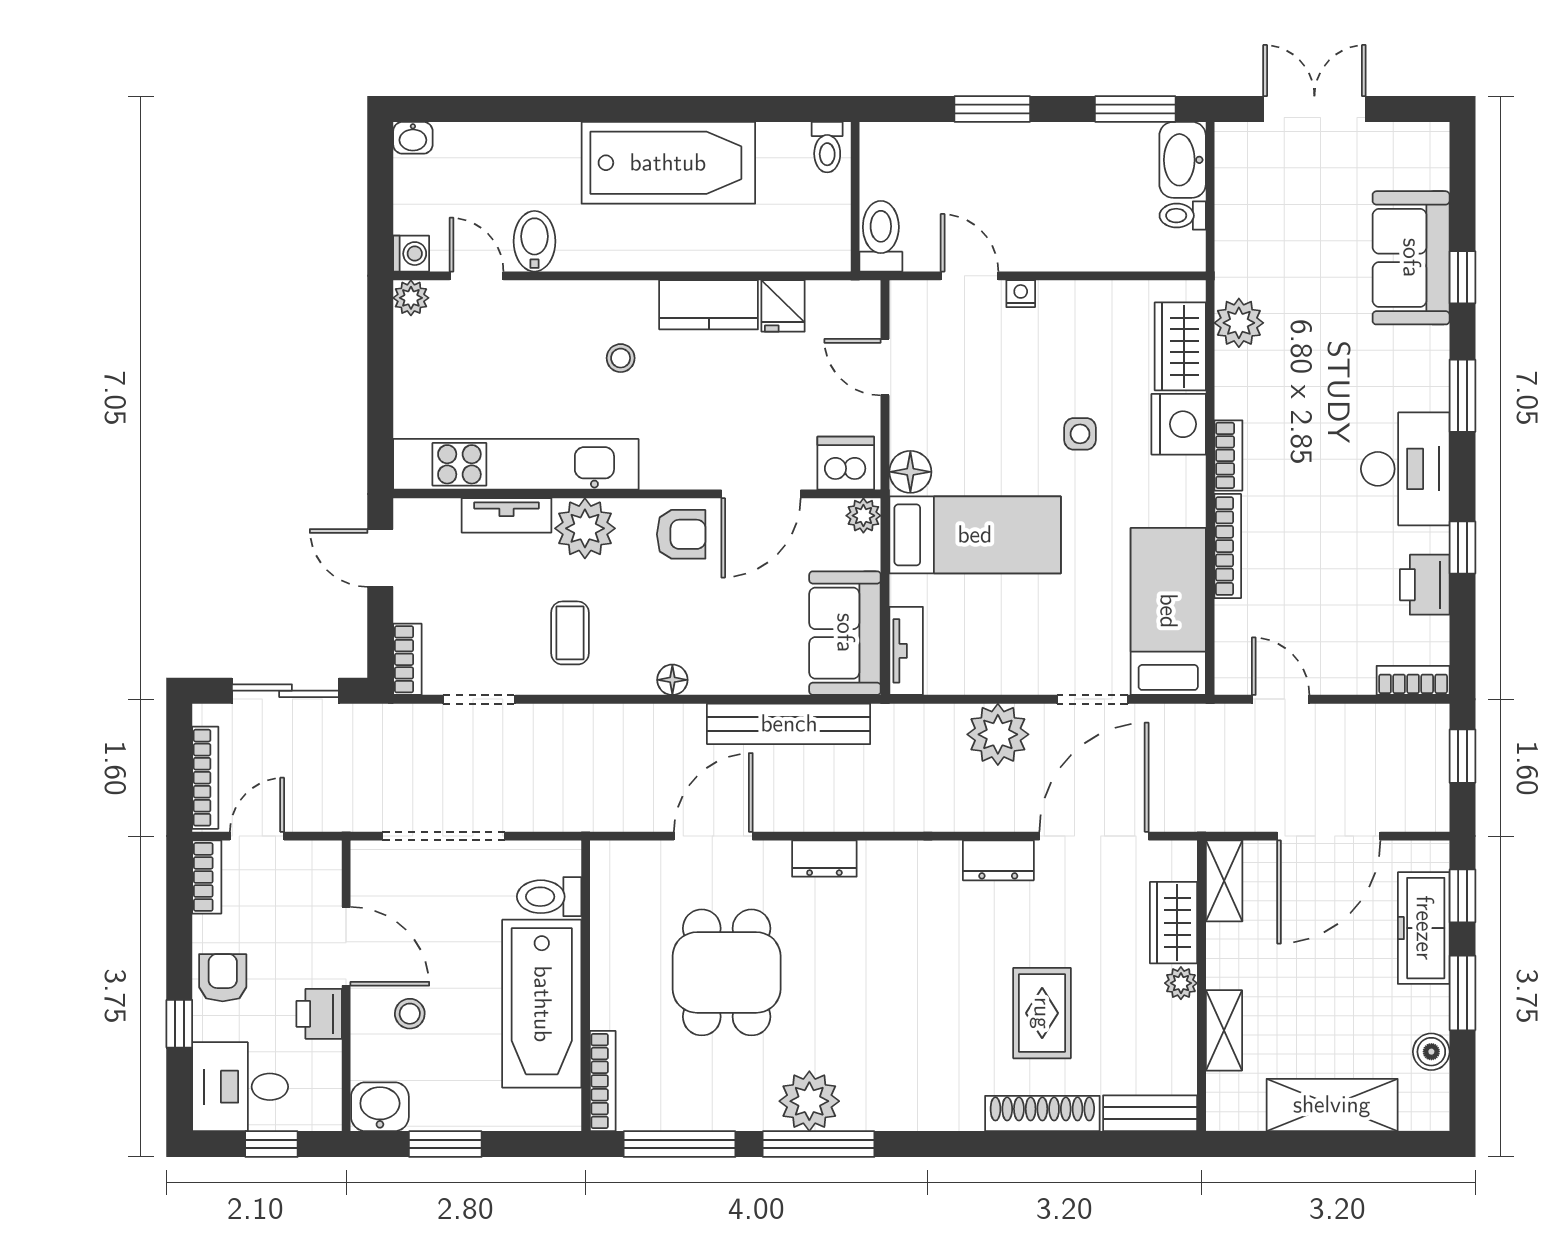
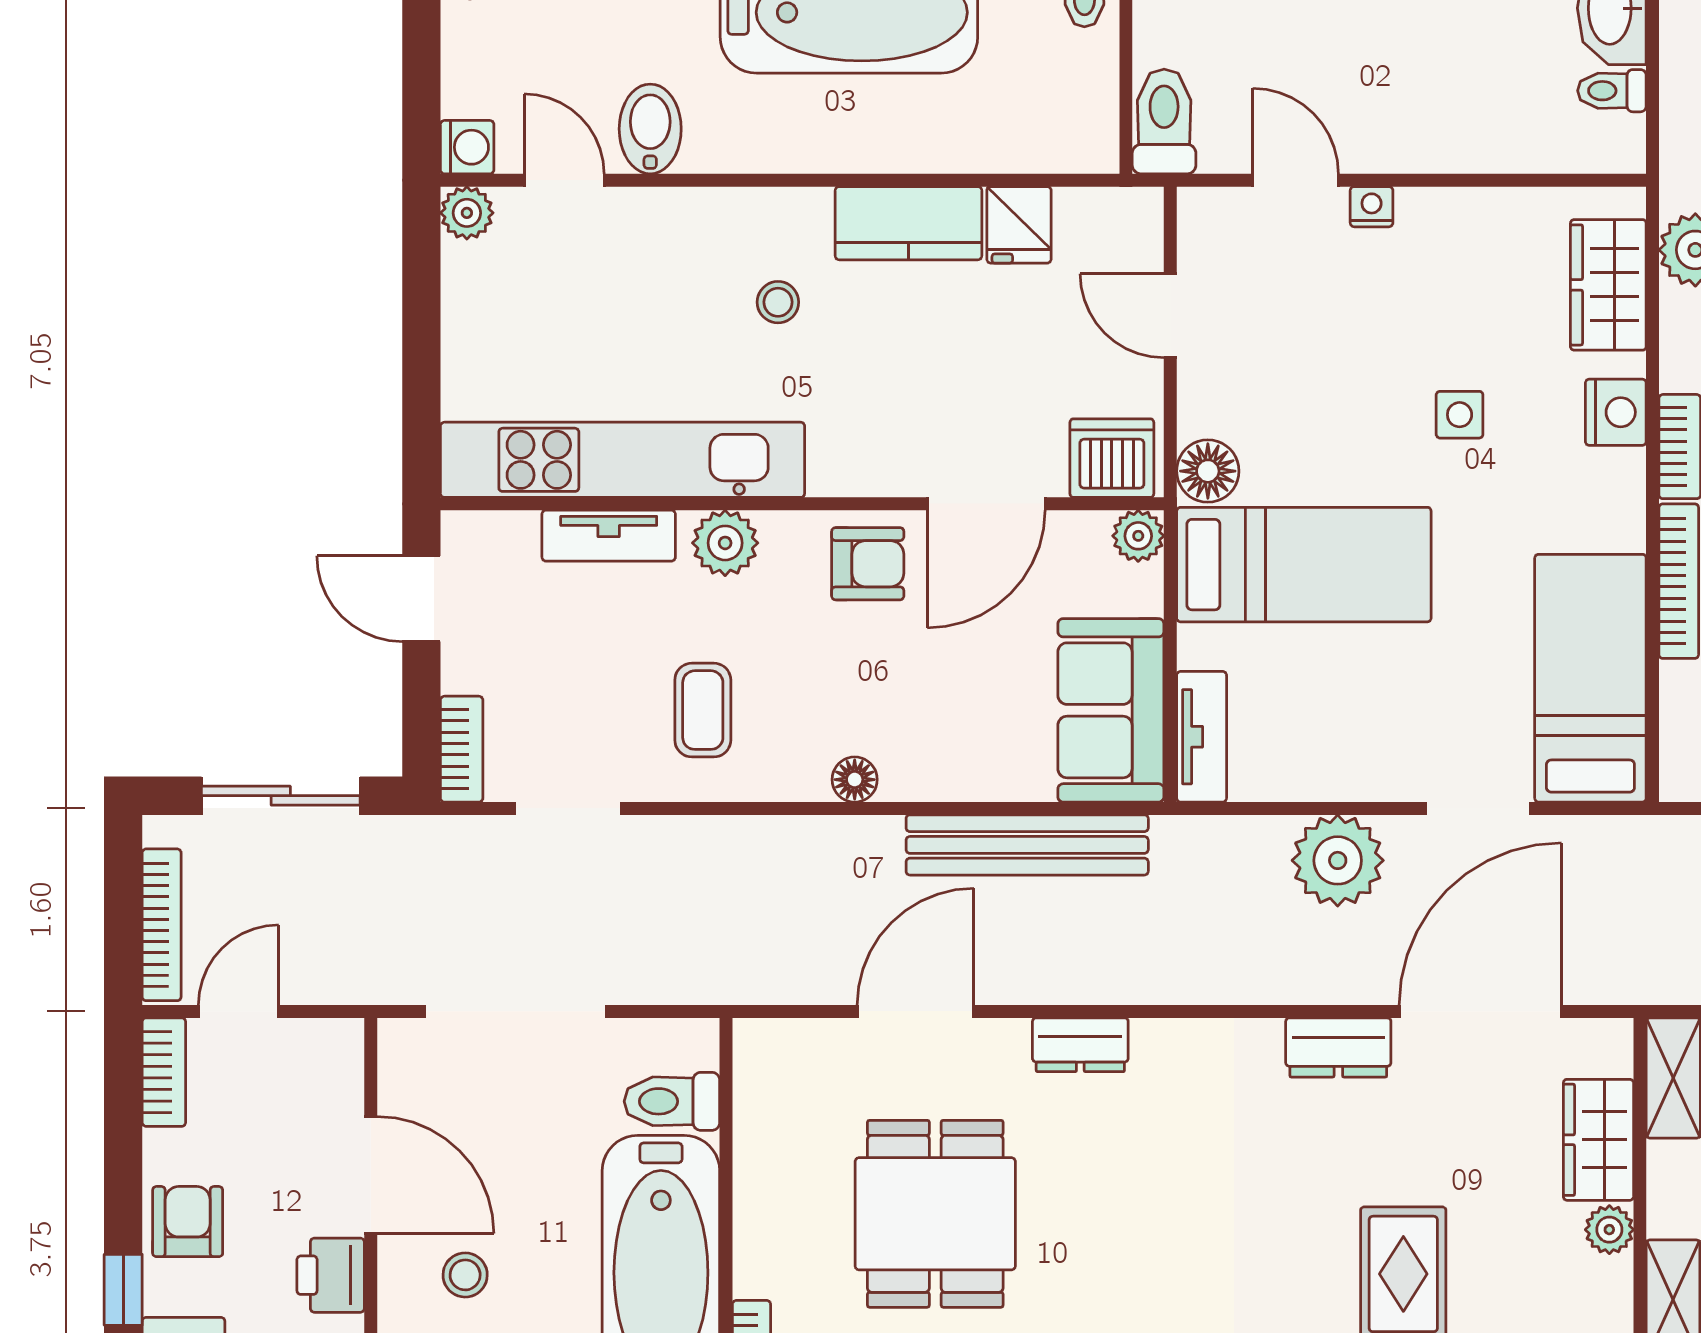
nightstand: (1179, 424) -> (1616, 412), width x0.74, depth x0.75
plant: (585, 528) -> (725, 543), width x0.73, depth x0.73

